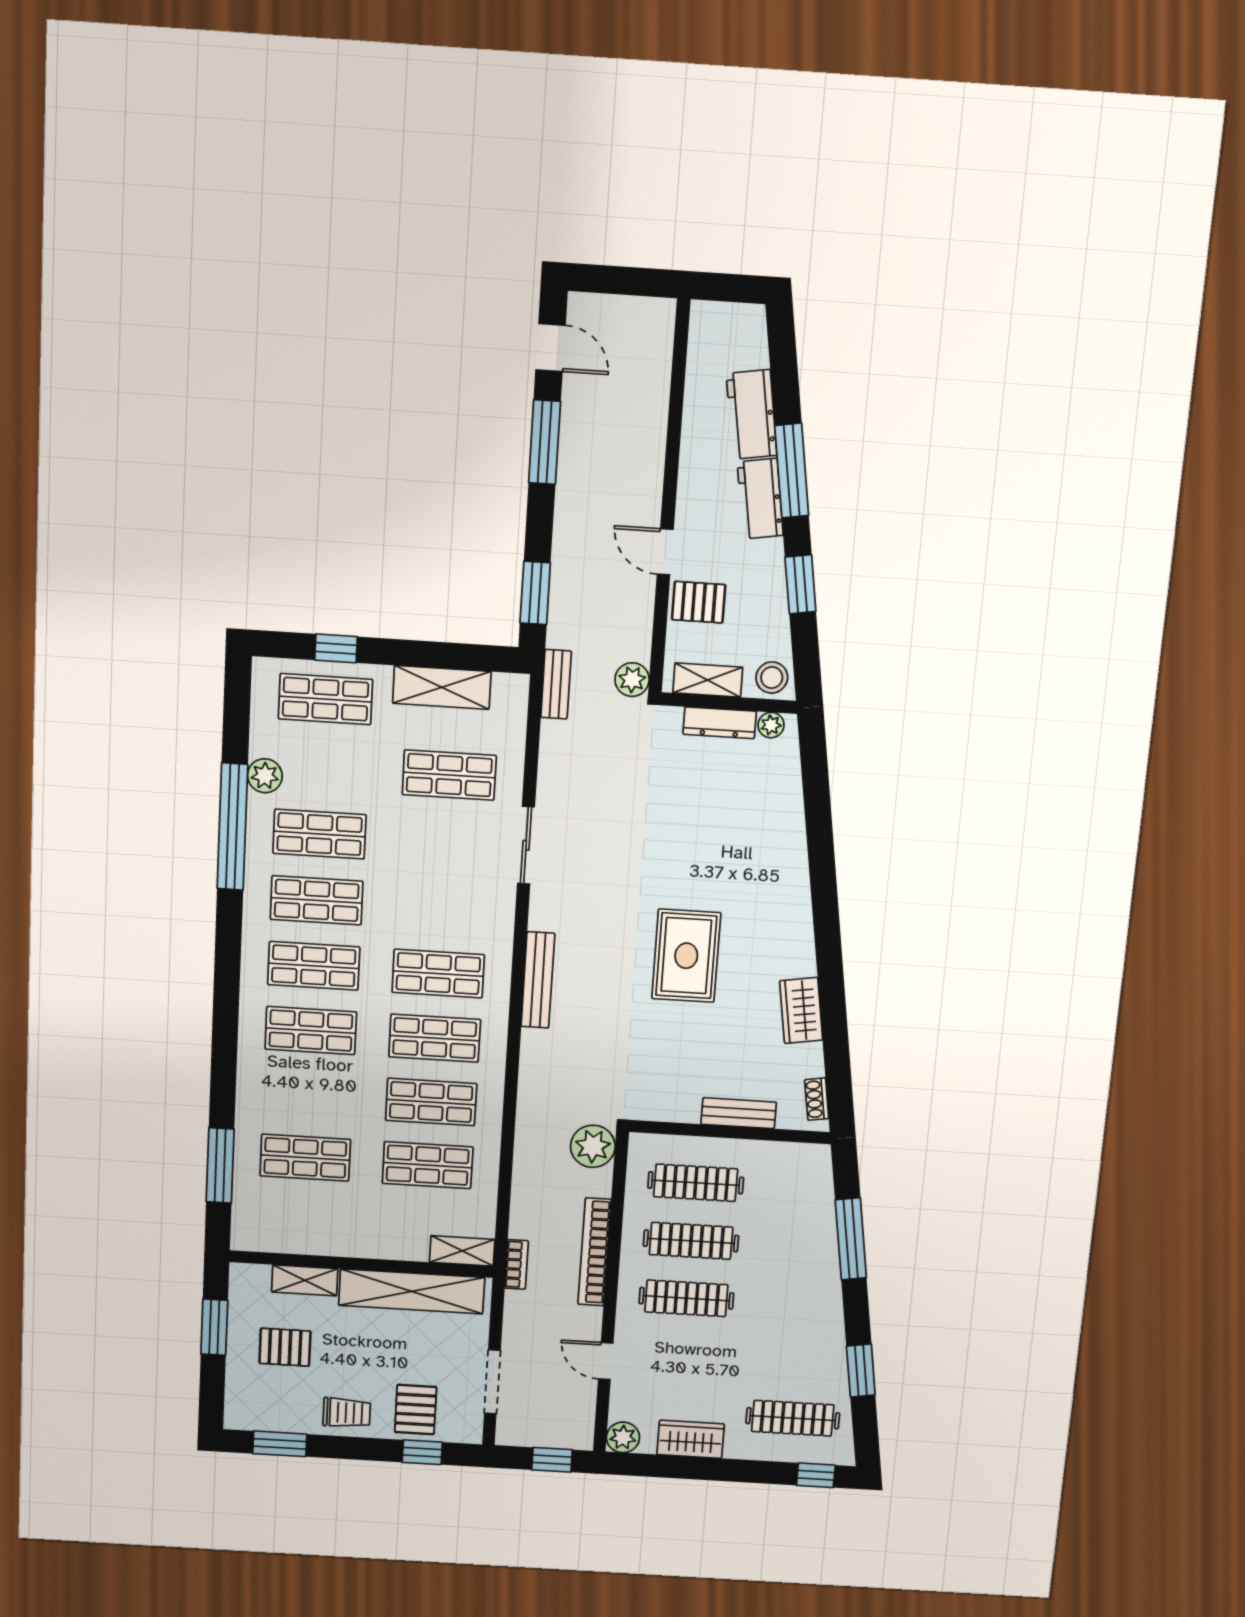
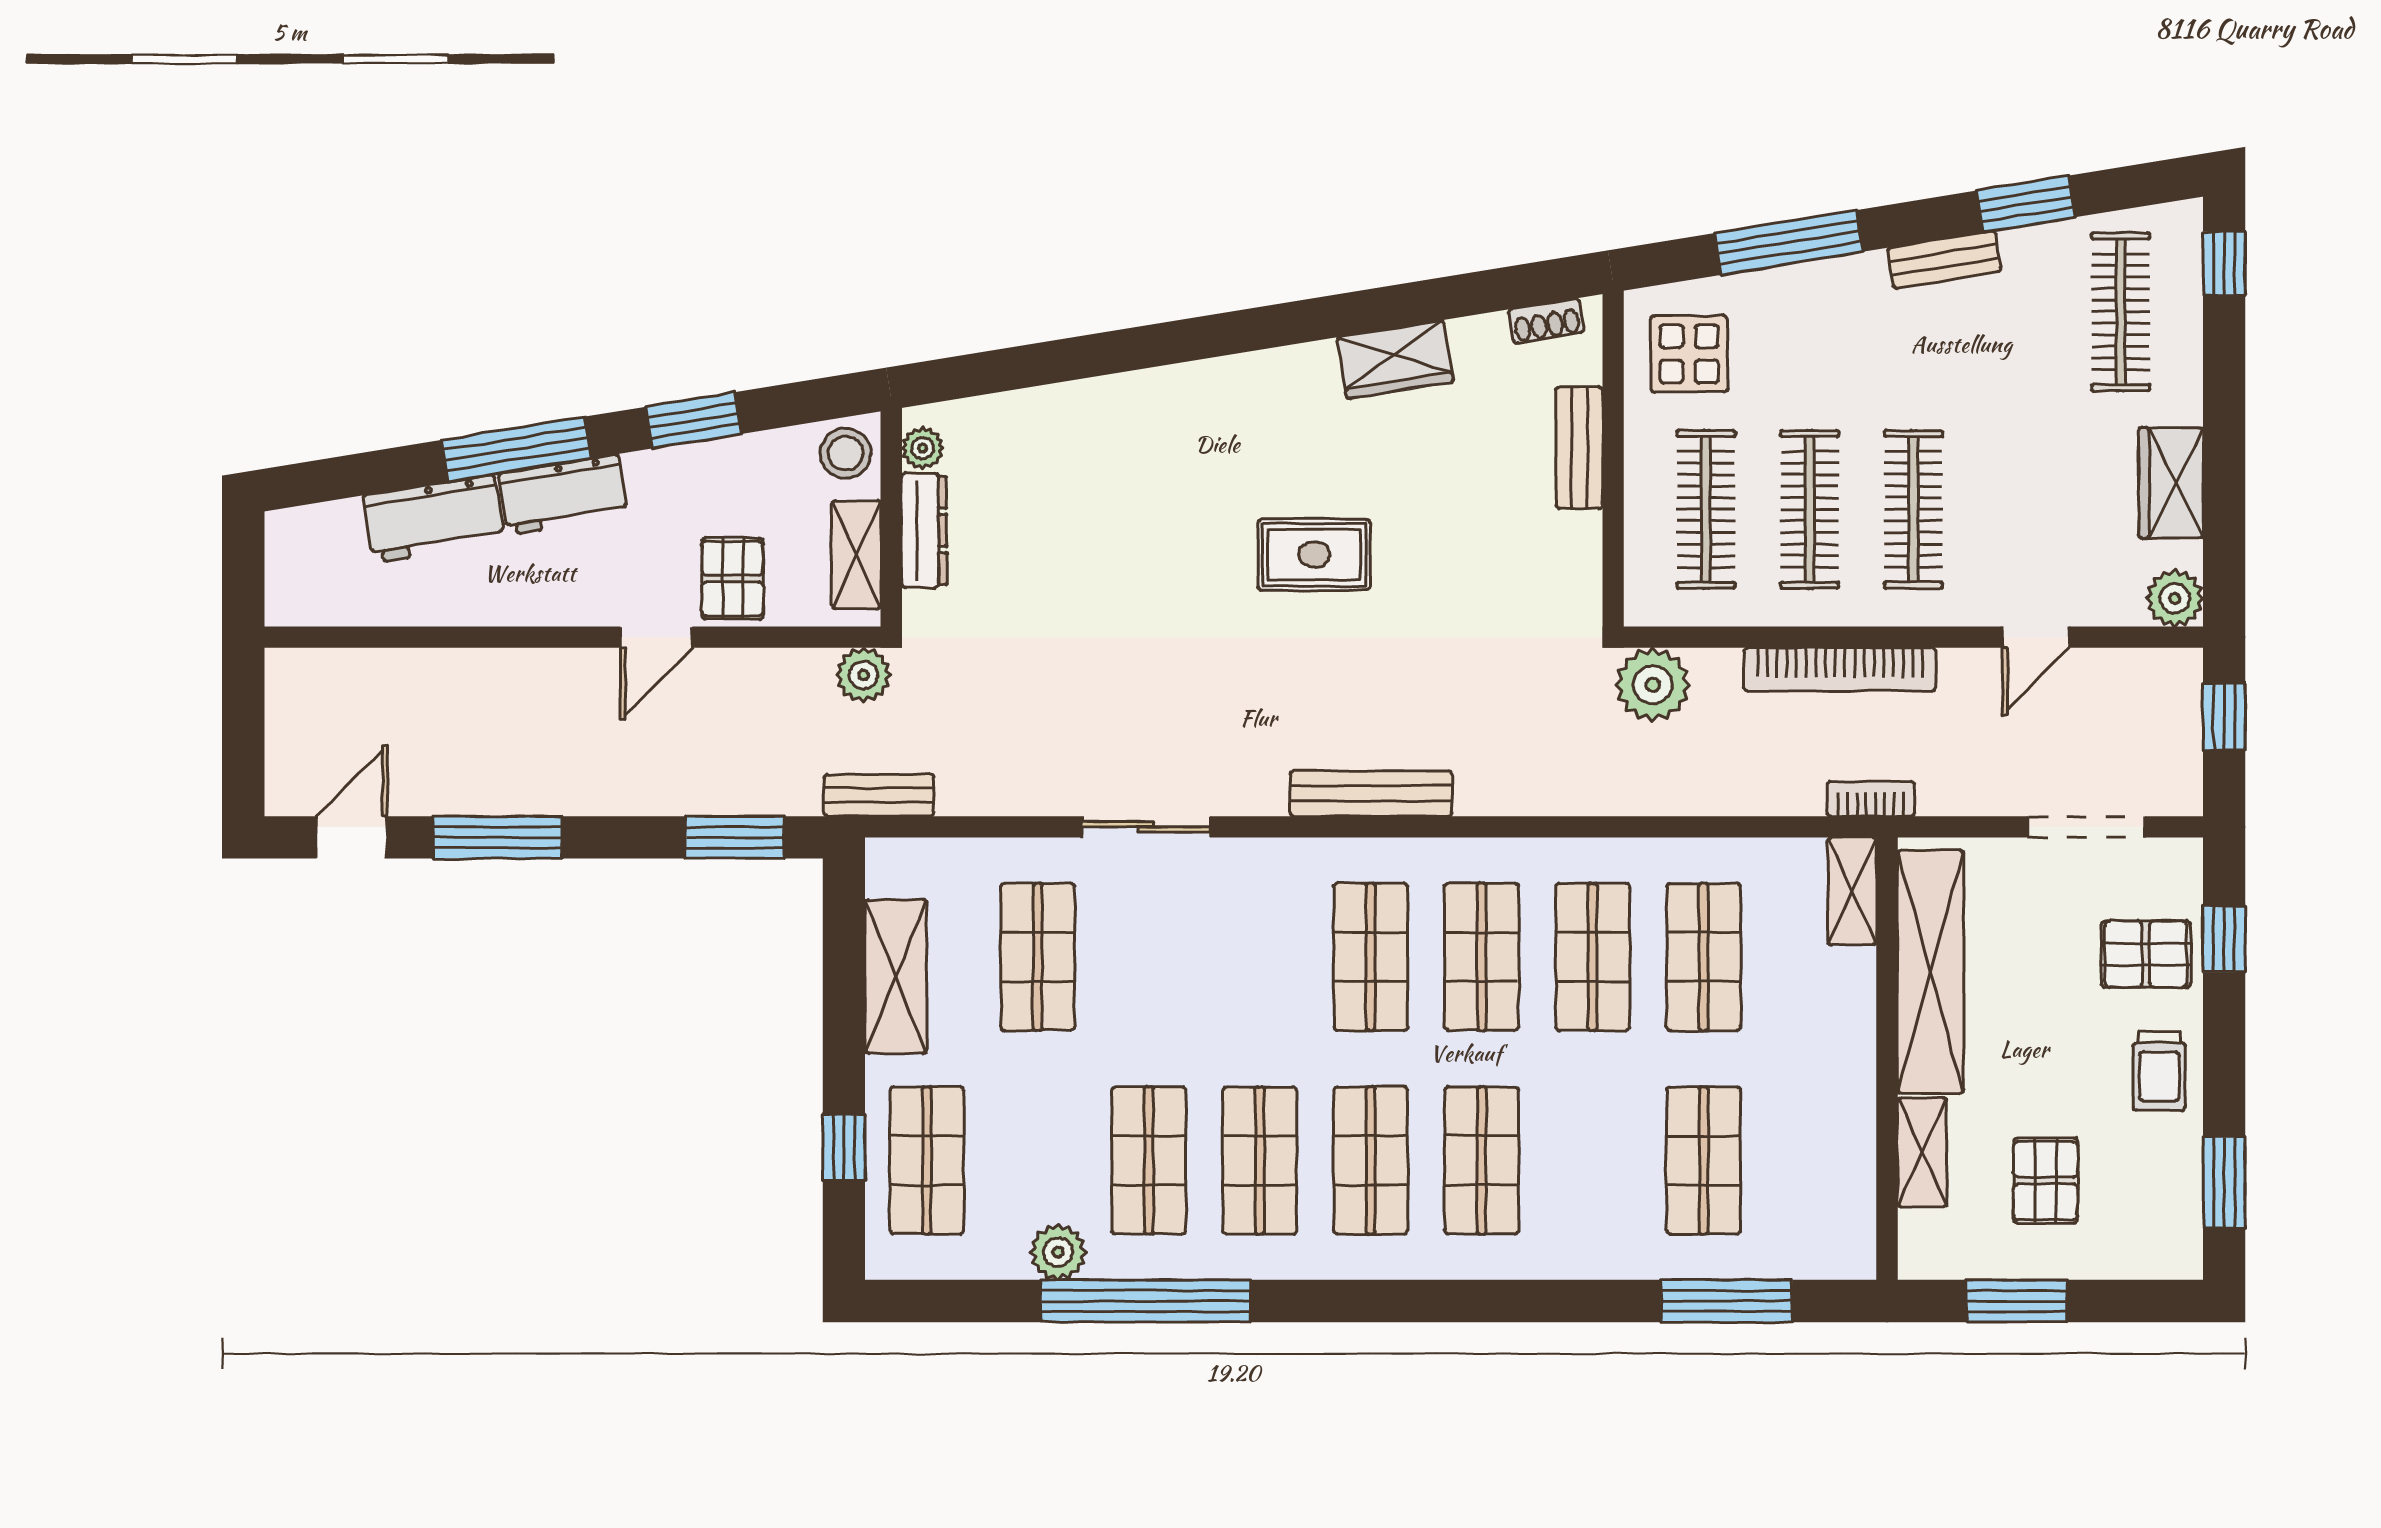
rug: (686, 956) -> (1314, 555), width x0.73, depth x0.70
display table: (790, 1179) -> (1689, 354), added
bench: (832, 1324) -> (1944, 260), added
trolley: (347, 1413) -> (2159, 1071), turned 180

